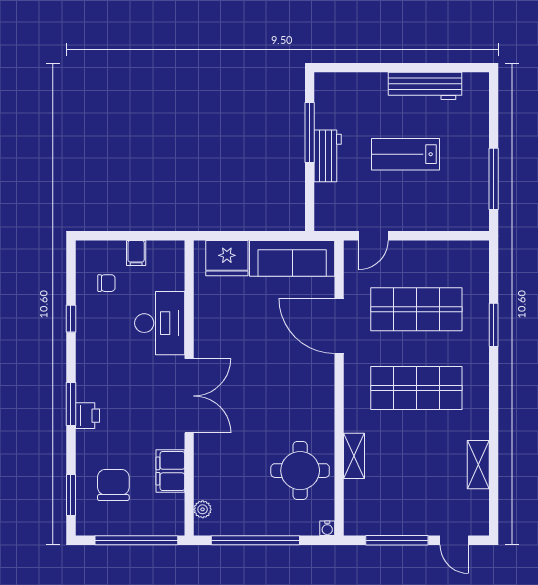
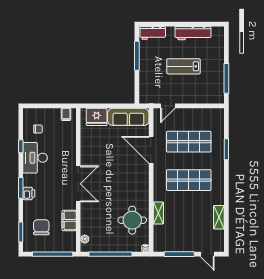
workbench: (328, 156) -> (153, 33), moved, turned 90
filing cabinet: (136, 253) -> (66, 114), moved
desk: (160, 323) -> (35, 158), moved, turned 180

